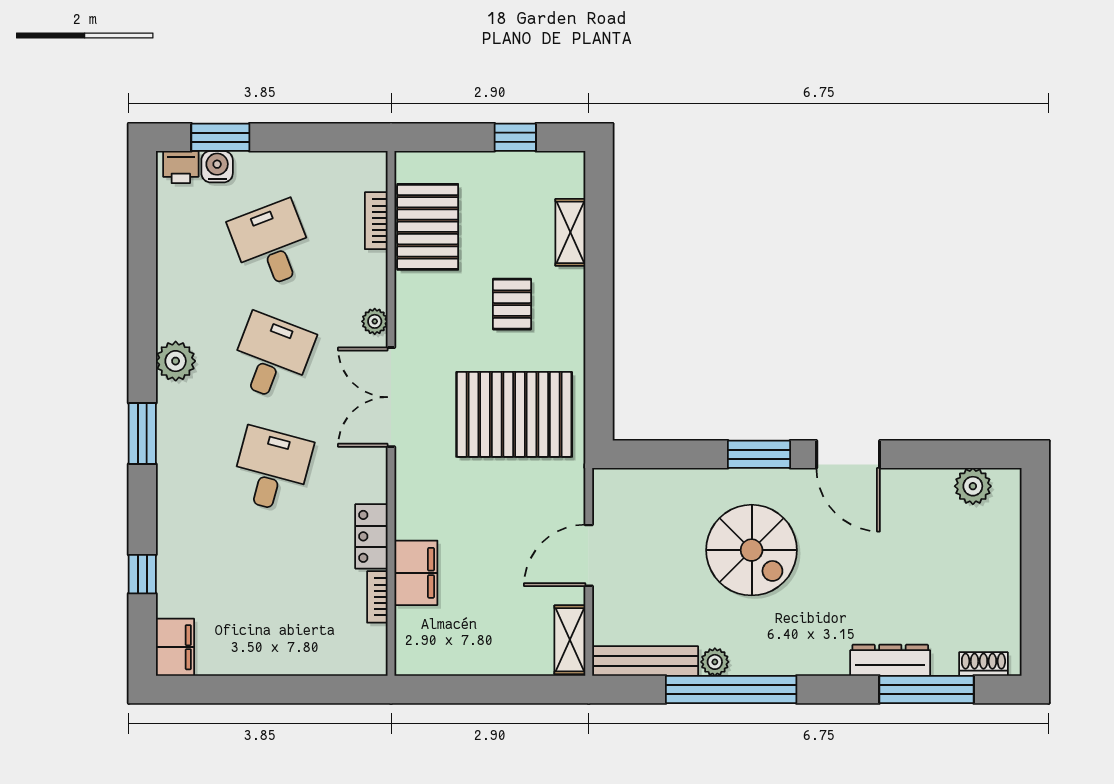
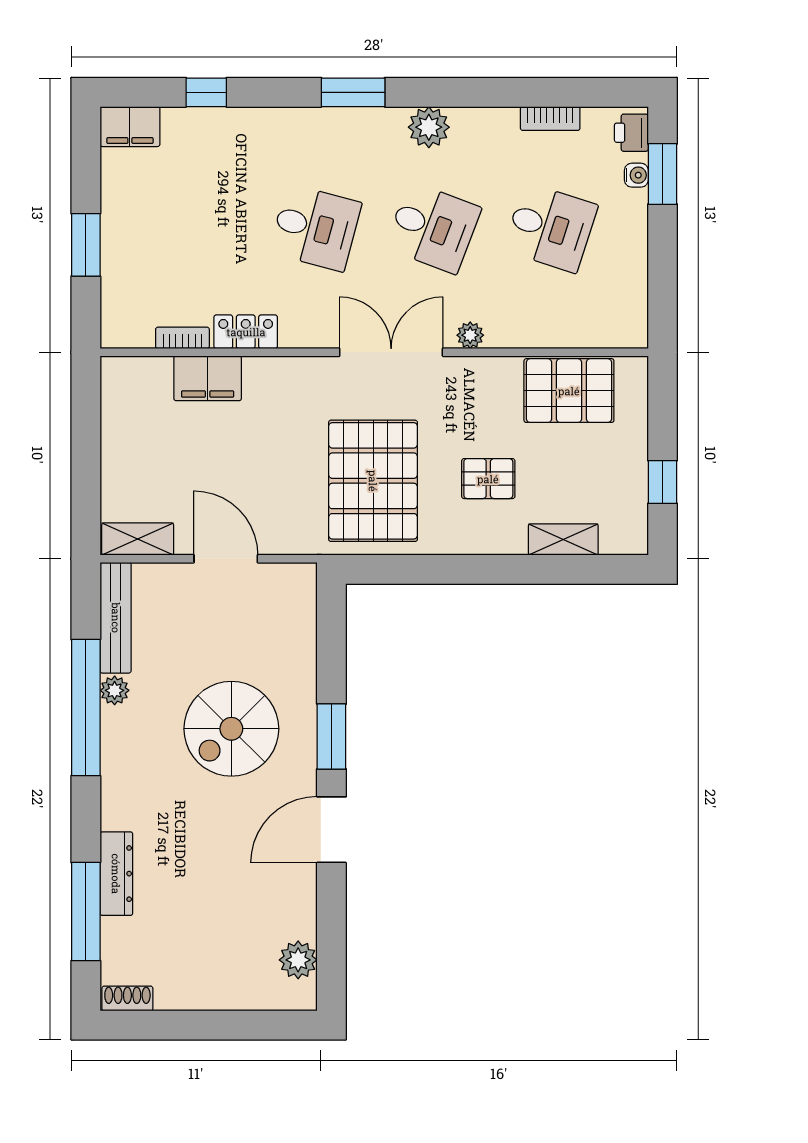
water cooler: (217, 167) -> (636, 175), width x0.72, depth x0.72
bookcase: (376, 221) -> (550, 119), moved, turned 180
desk: (272, 245) -> (550, 228), turned 39
shoe rack: (983, 664) -> (127, 998), moved, turned -90
window: (288, 689) -> (86, 245), added

